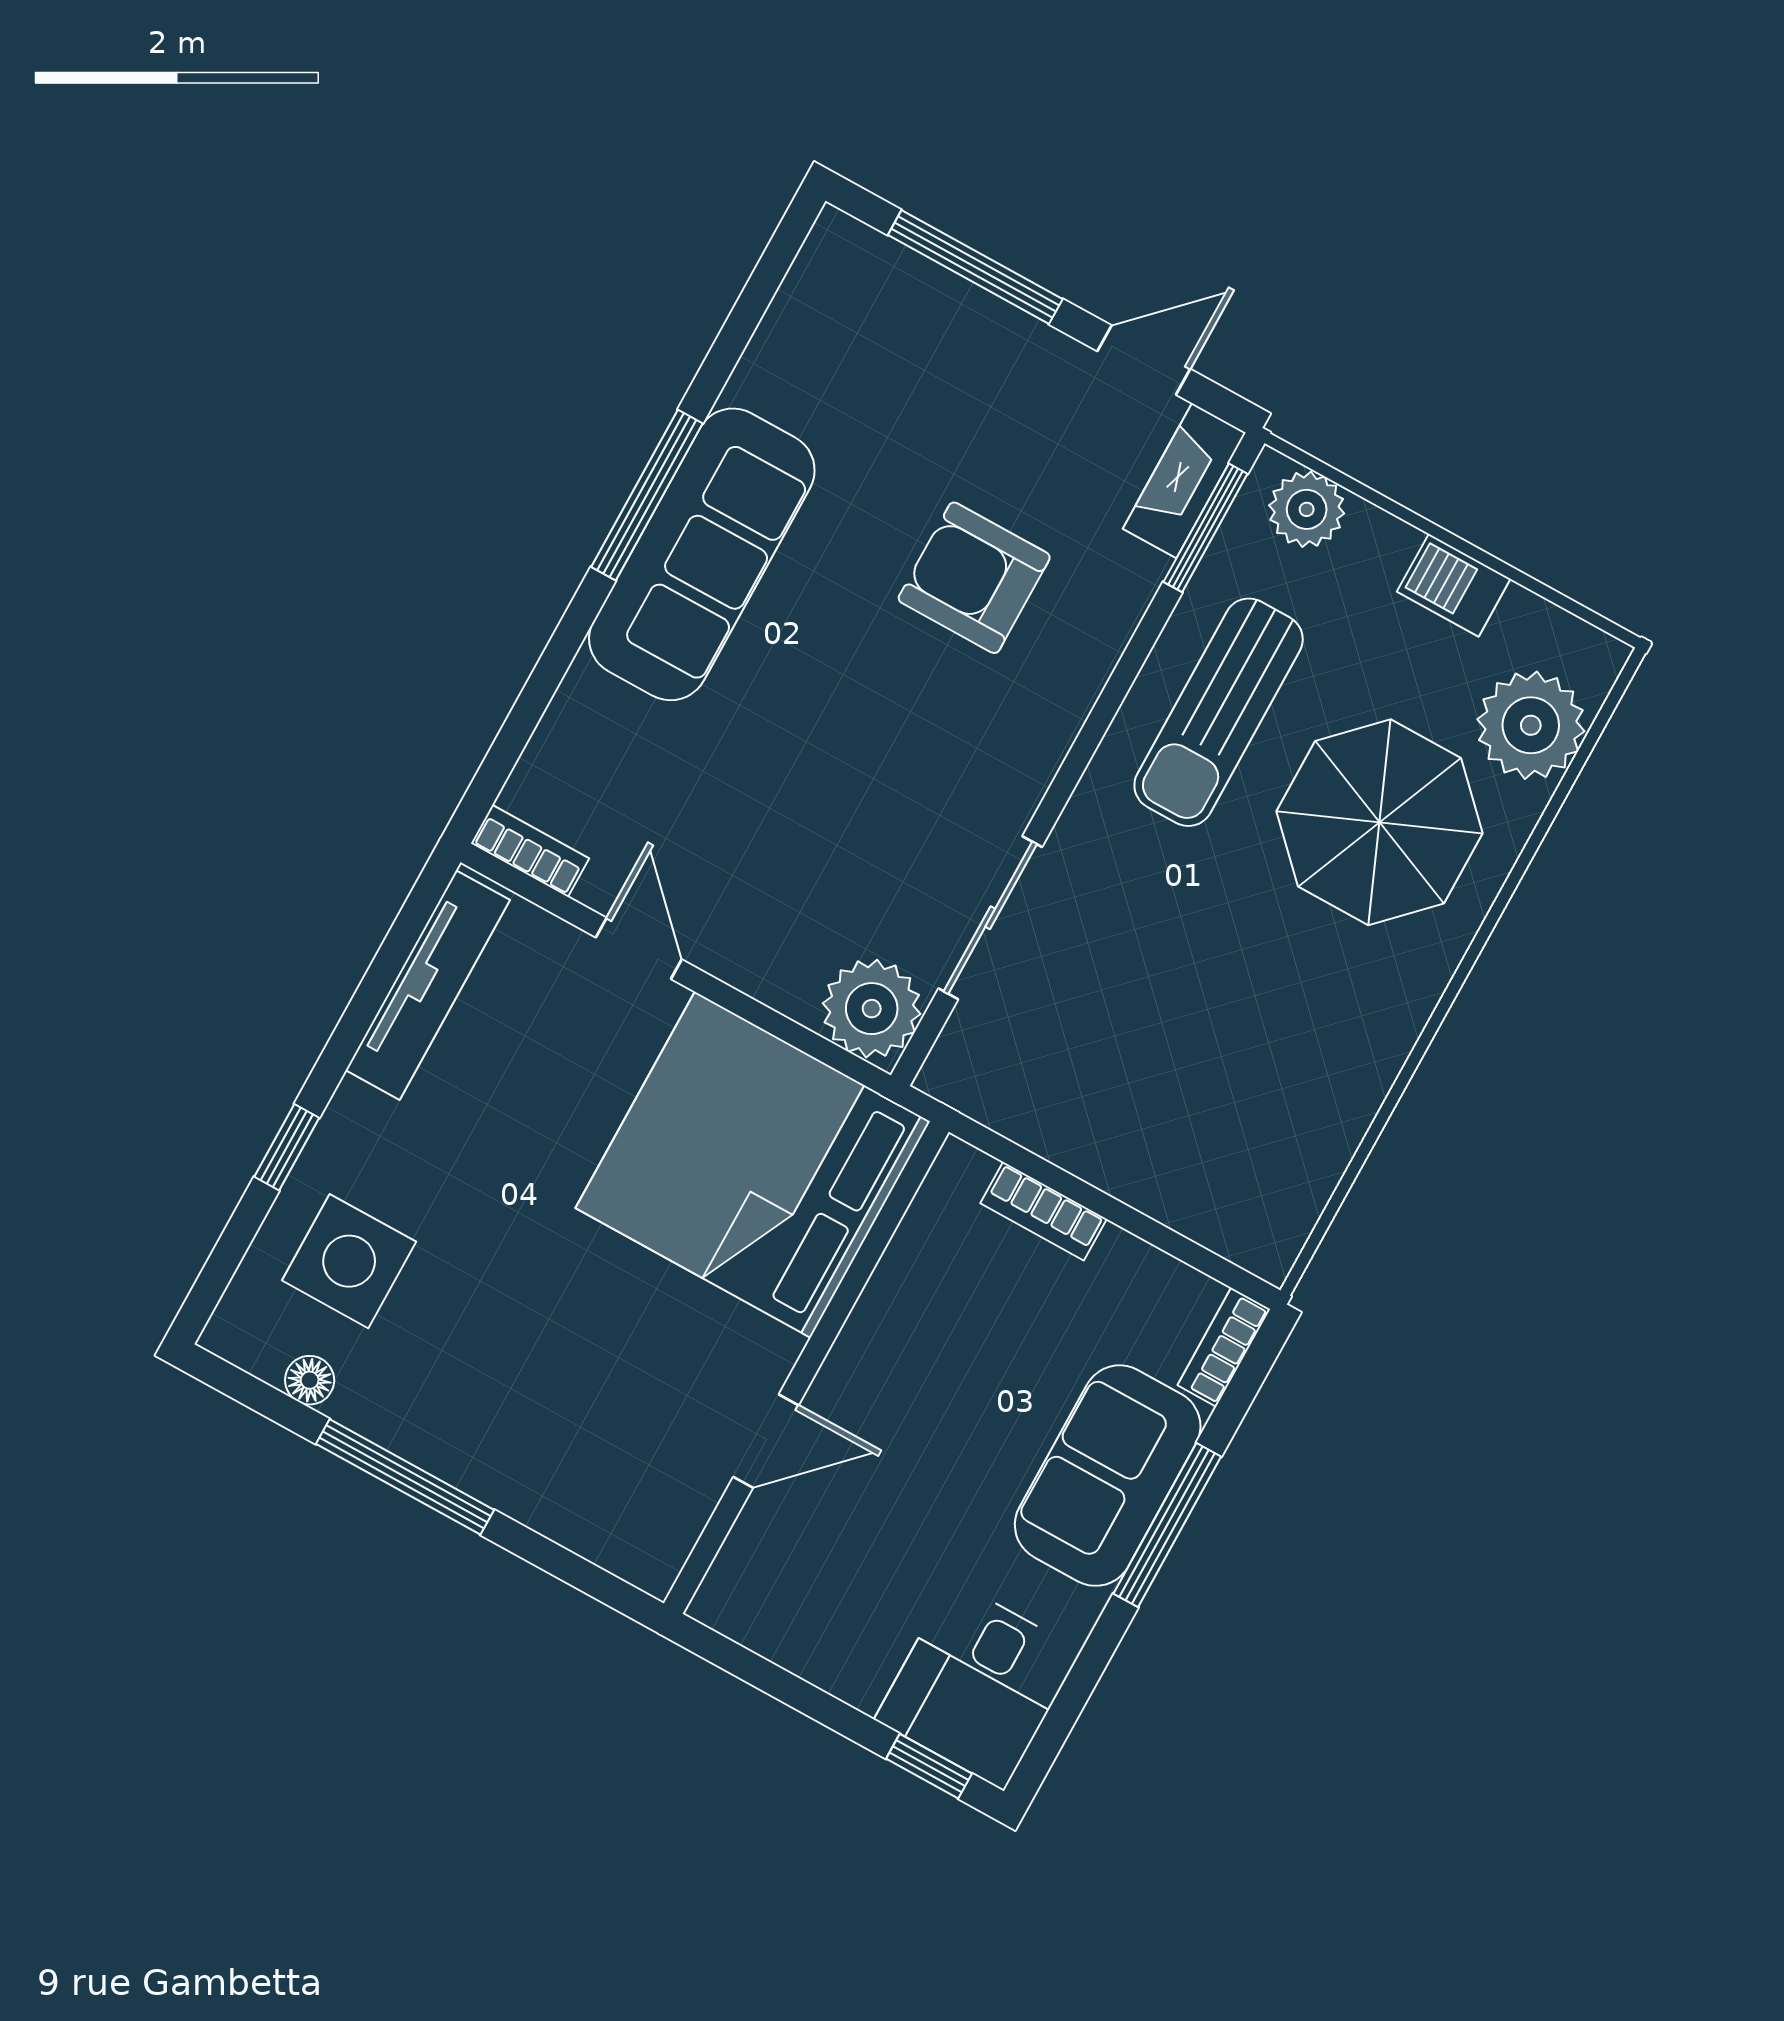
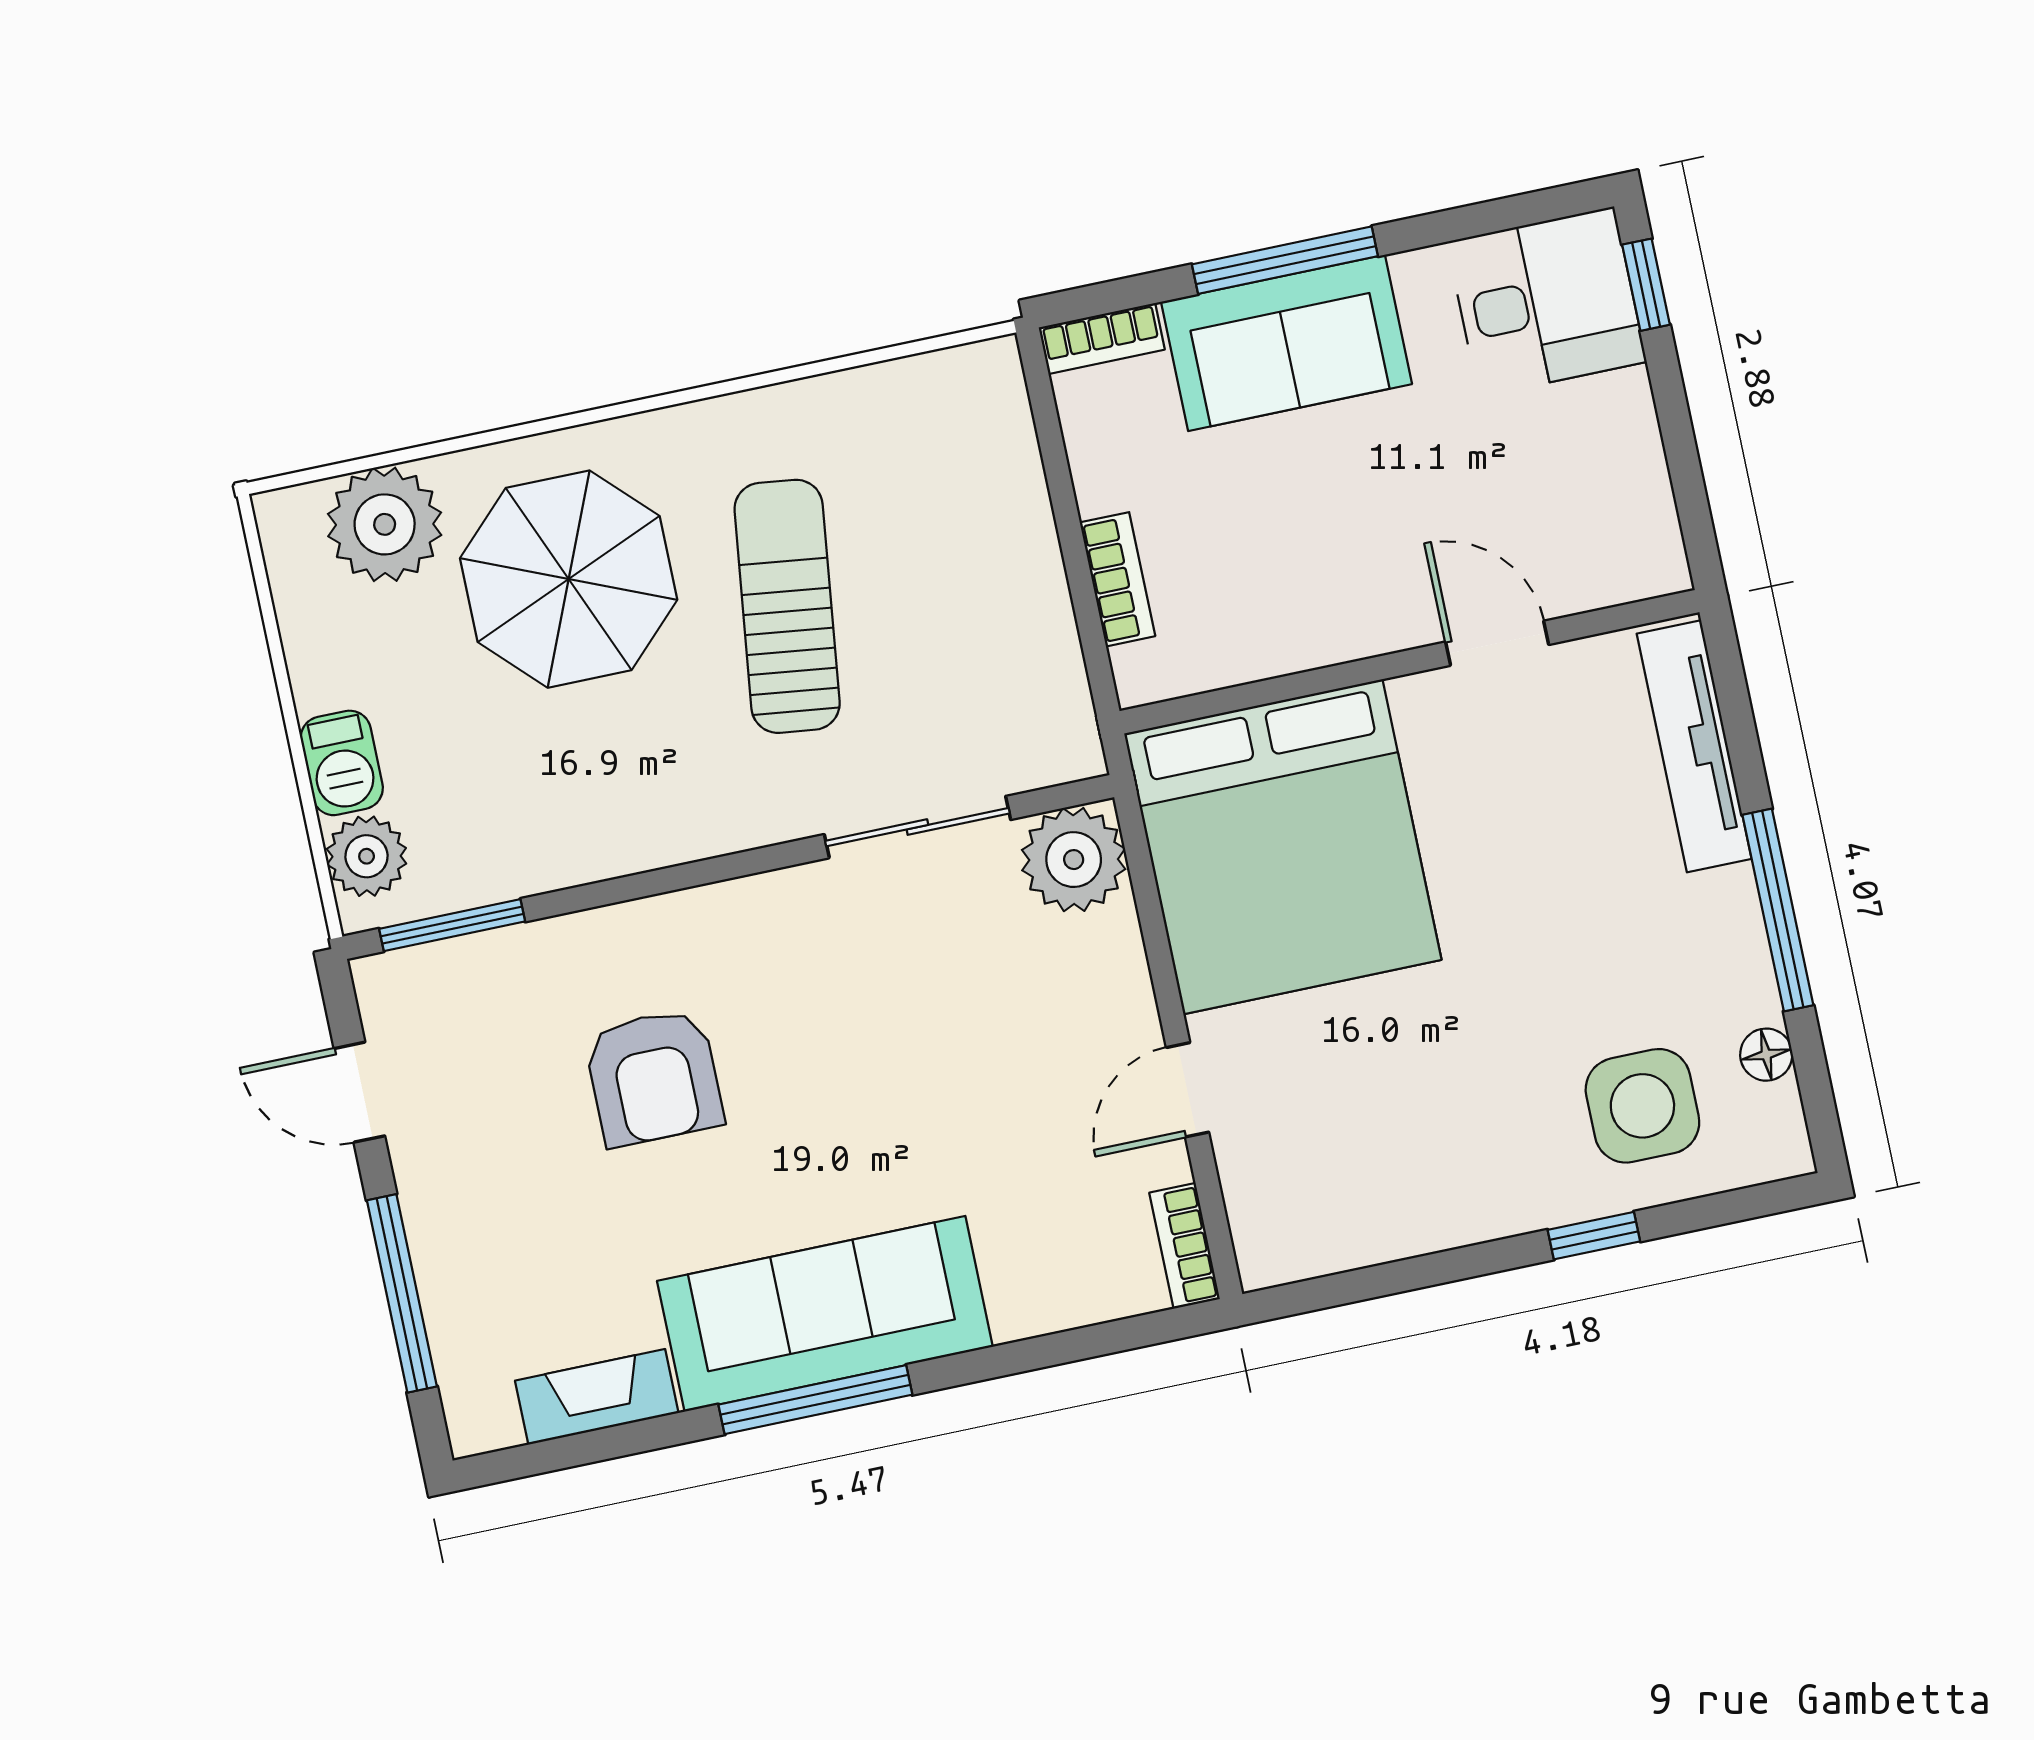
fireplace: (1184, 481) -> (597, 1397), moved, turned 180
barbecue: (1454, 585) -> (342, 763), moved
sun lounger: (1219, 712) -> (787, 606), moved, turned -83
tv unit: (428, 985) -> (1694, 746), moved, turned -90

